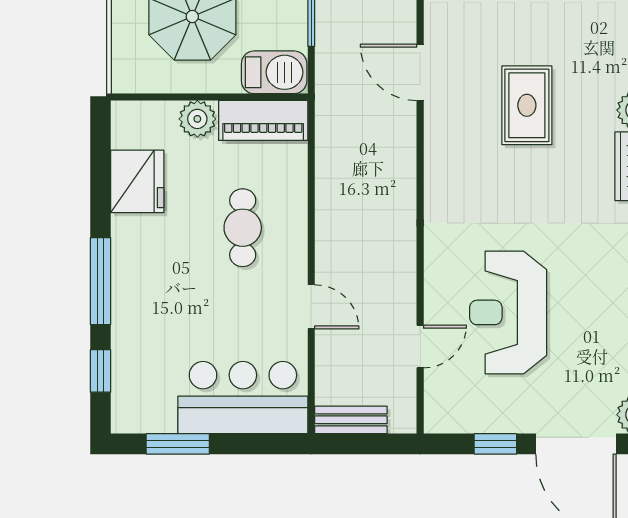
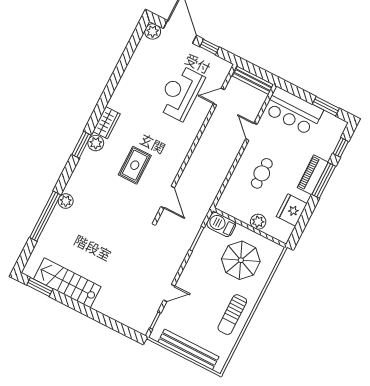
piano: (263, 120) -> (313, 175), moved, turned -90
reception desk: (508, 312) -> (180, 93), turned 180
bench: (351, 420) -> (253, 80), width x1.36

